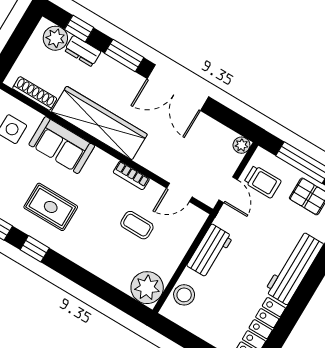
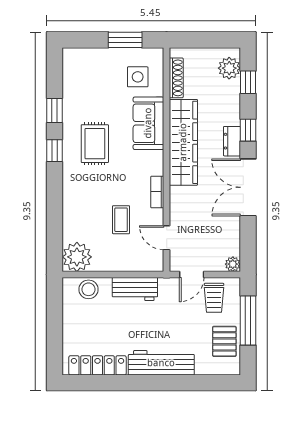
dresser: (83, 51) -> (232, 141), moved
window: (124, 55) -> (248, 130), width x0.67

